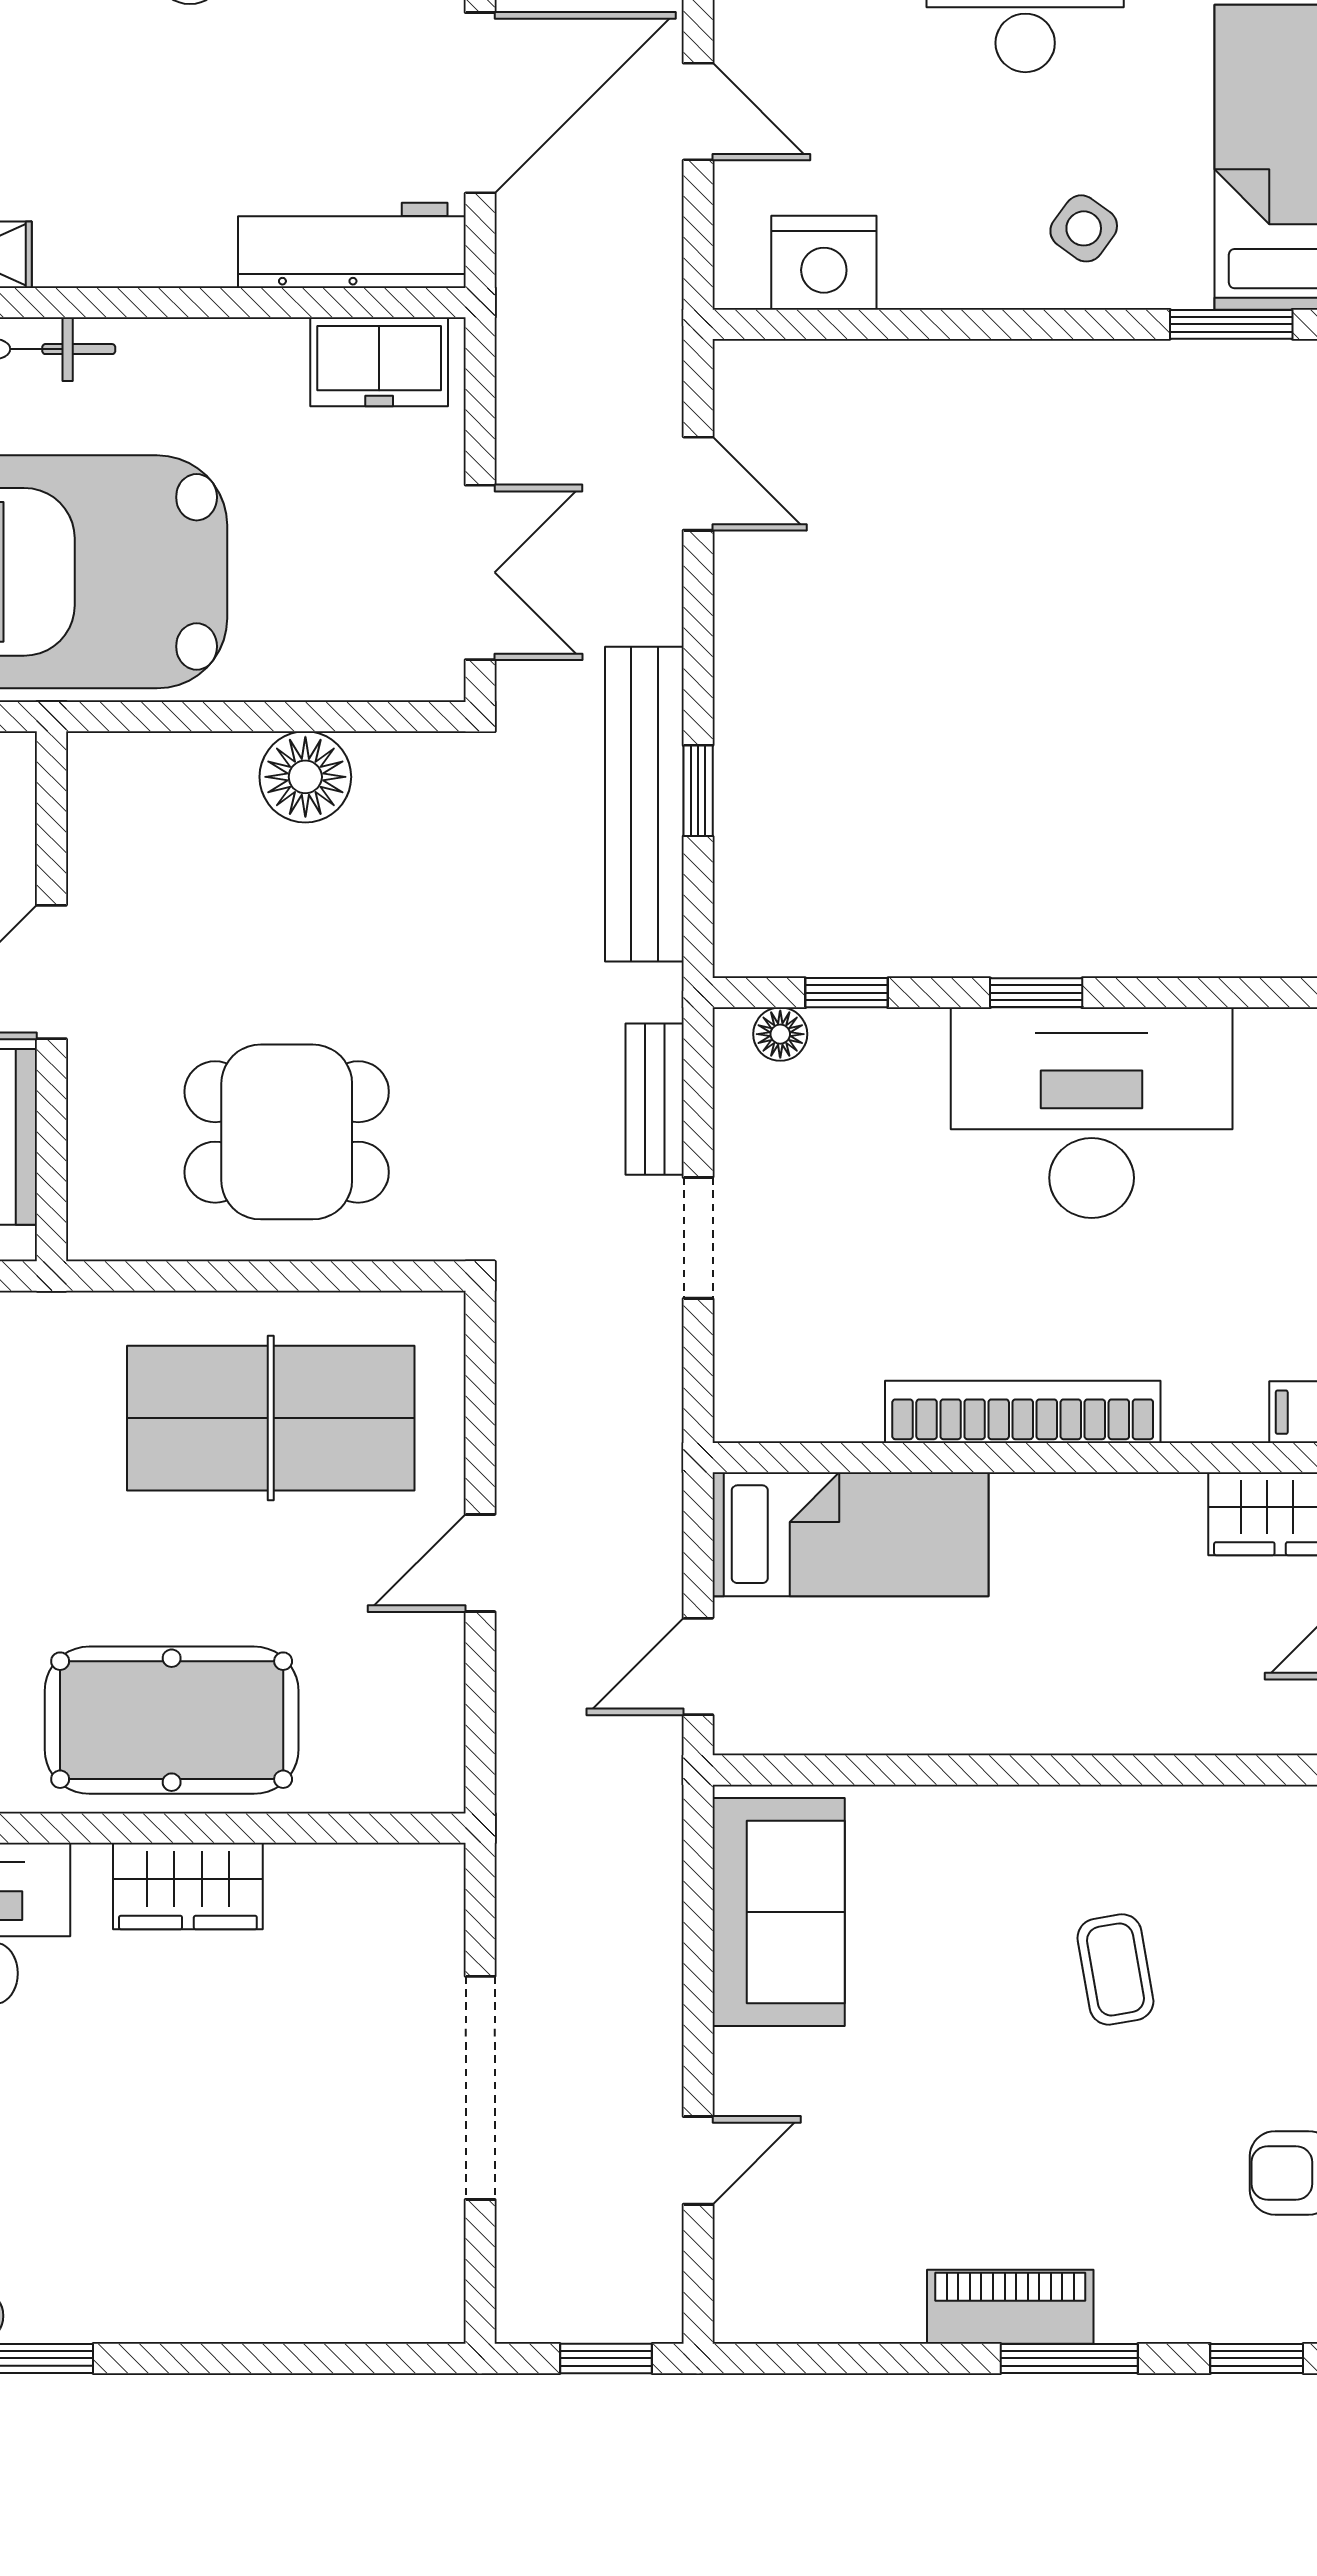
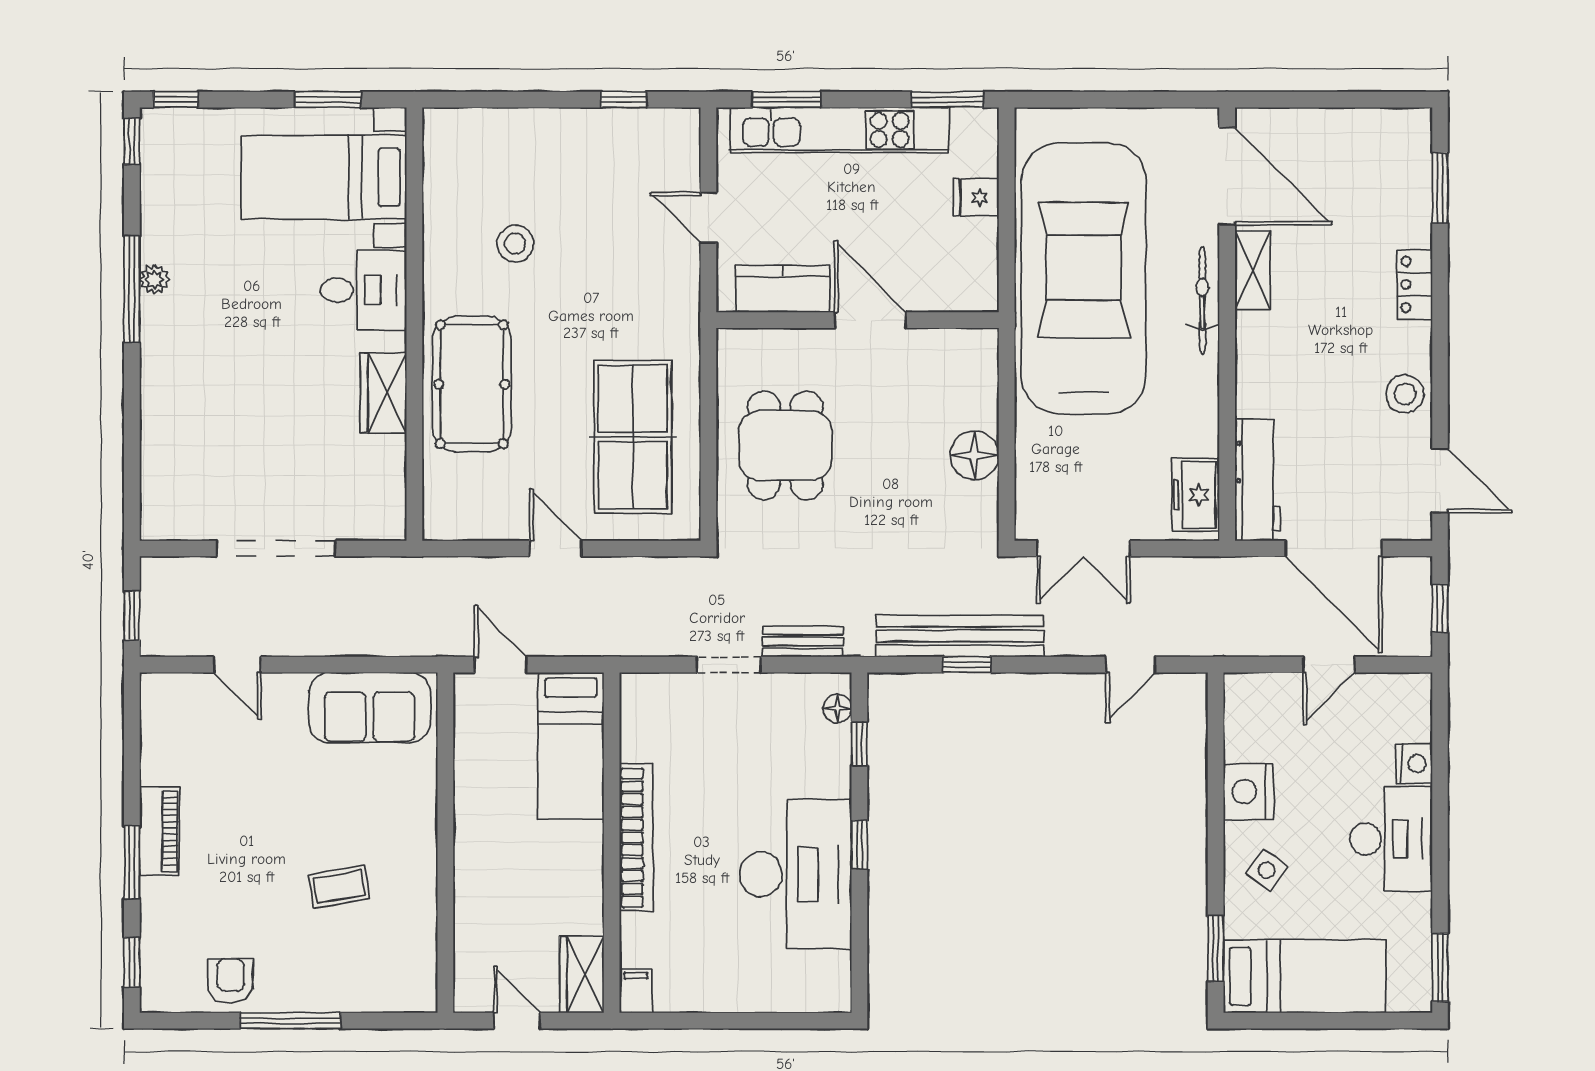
nightstand: (824, 263) -> (1248, 792), moved

